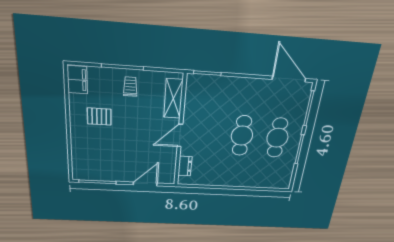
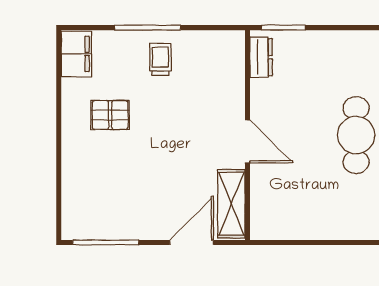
shelving: (173, 99) -> (231, 204), moved
door: (180, 135) -> (247, 141), swing flipped
dresser: (185, 166) -> (261, 57), moved

